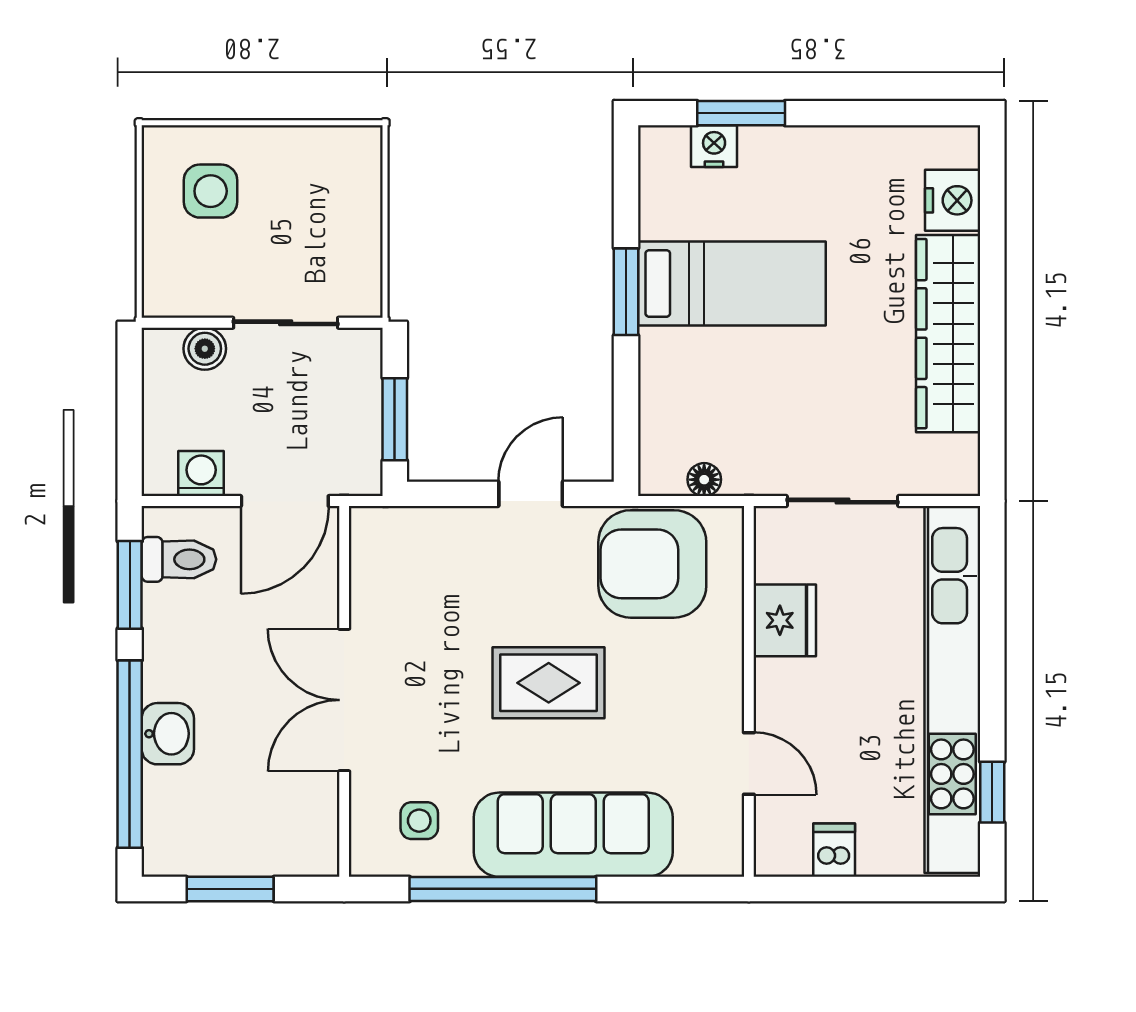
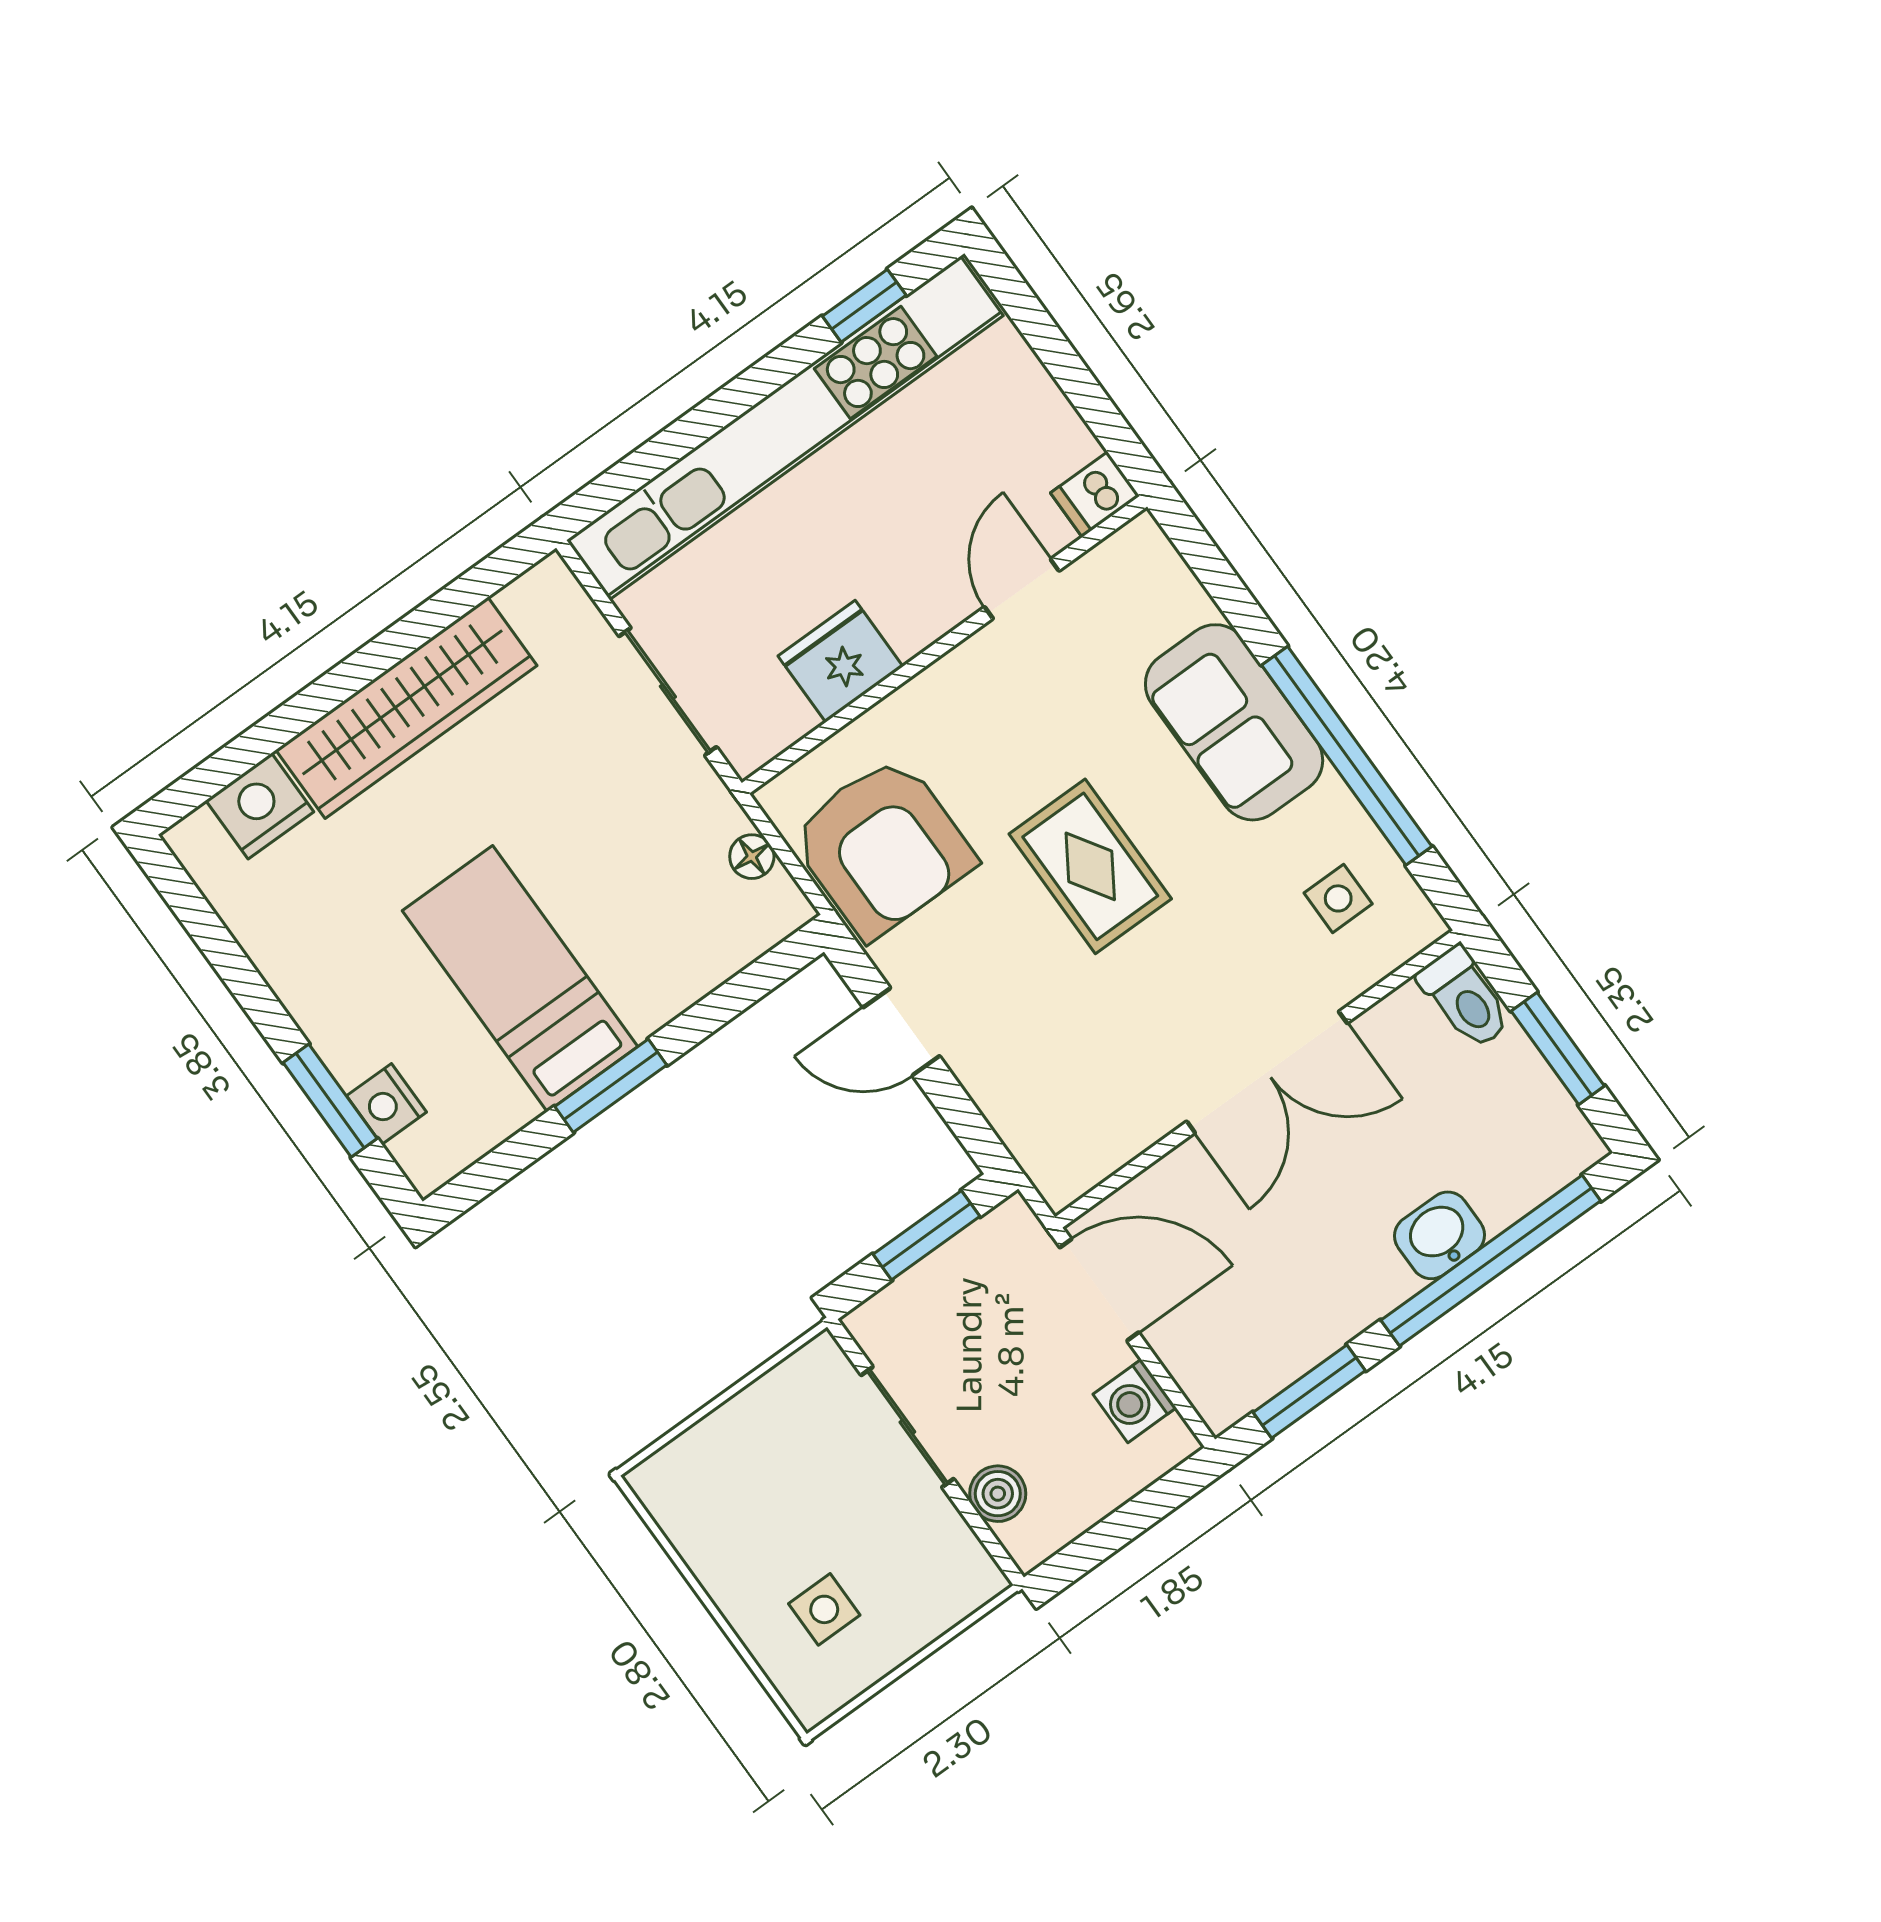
side table: (211, 191) -> (824, 1609), width x0.73, depth x0.73
toilet: (179, 559) -> (1465, 998), moved, turned 180
sofa: (573, 835) -> (1234, 722), width x0.73
dishwasher: (834, 850) -> (1095, 494), moved

